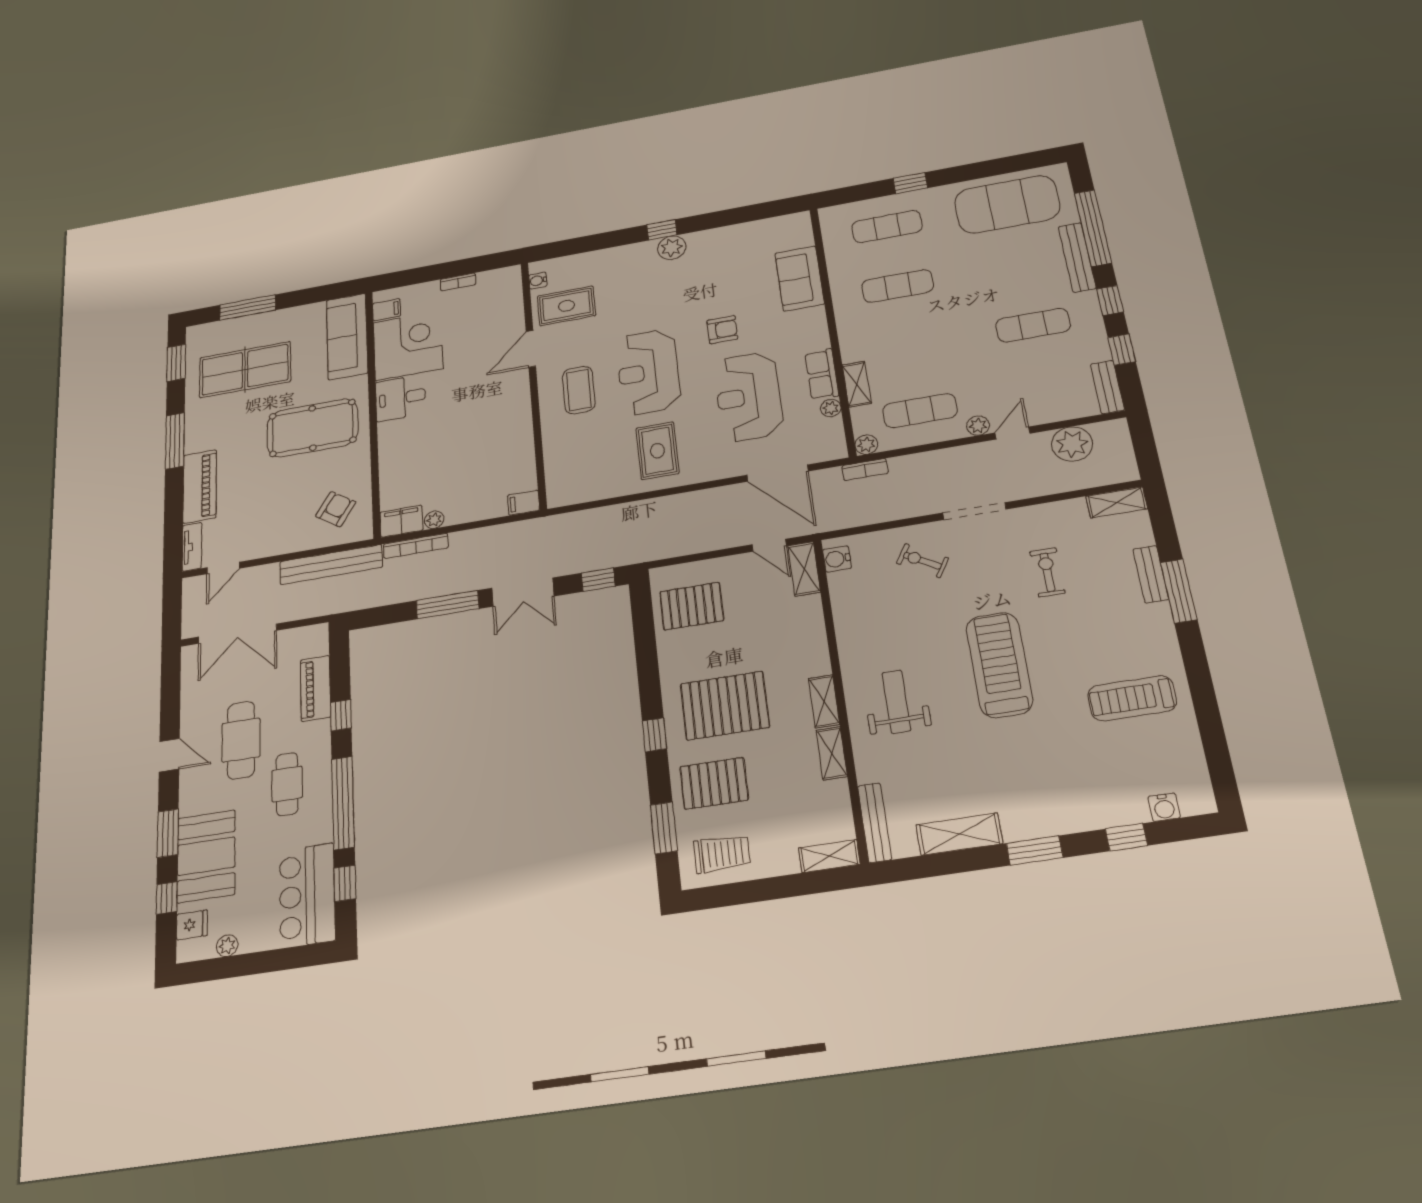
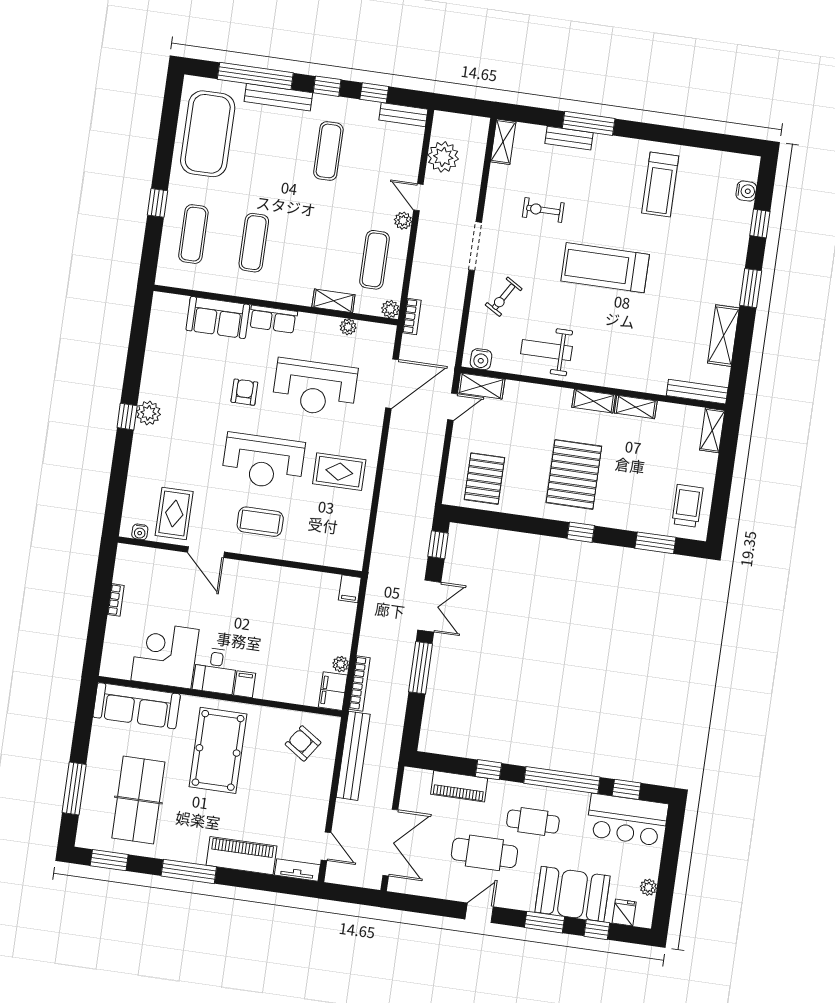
filing cabinet: (387, 310) -> (245, 684), moved
row of seats: (822, 374) -> (273, 319), moved
weight bench: (896, 702) -> (546, 350), moved
pallet: (714, 783) -> (632, 498), removed

